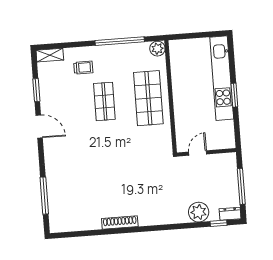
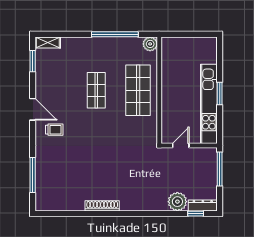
trolley: (83, 68) -> (54, 130), moved
kitchen unit: (222, 78) -> (209, 104), moved
window: (36, 90) -> (33, 61), moved
window: (241, 186) -> (220, 169), moved
dresser: (230, 214) -> (203, 205), width x1.44

